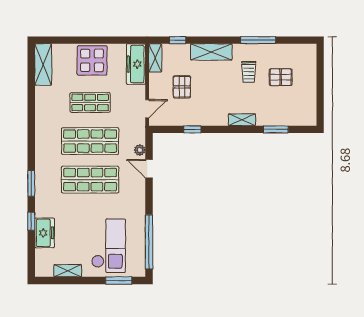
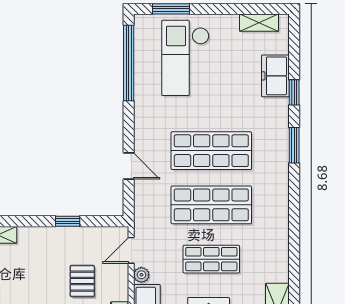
plant: (140, 150) -> (141, 275), moved
shelving: (68, 271) -> (259, 23), moved

